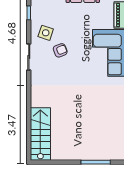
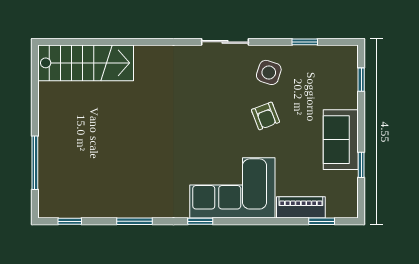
armchair: (60, 50) -> (265, 116), moved

